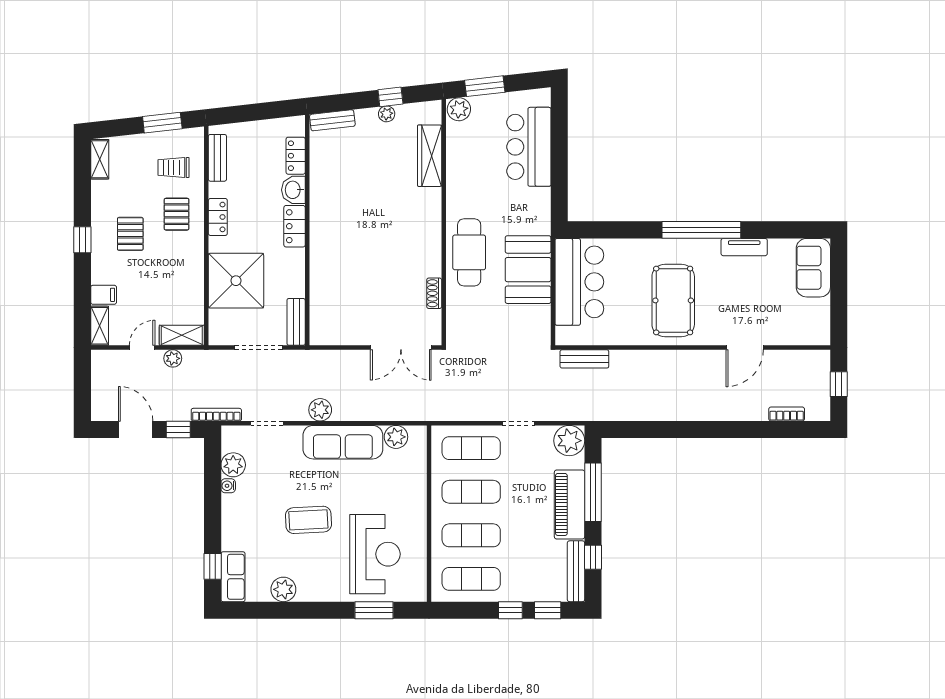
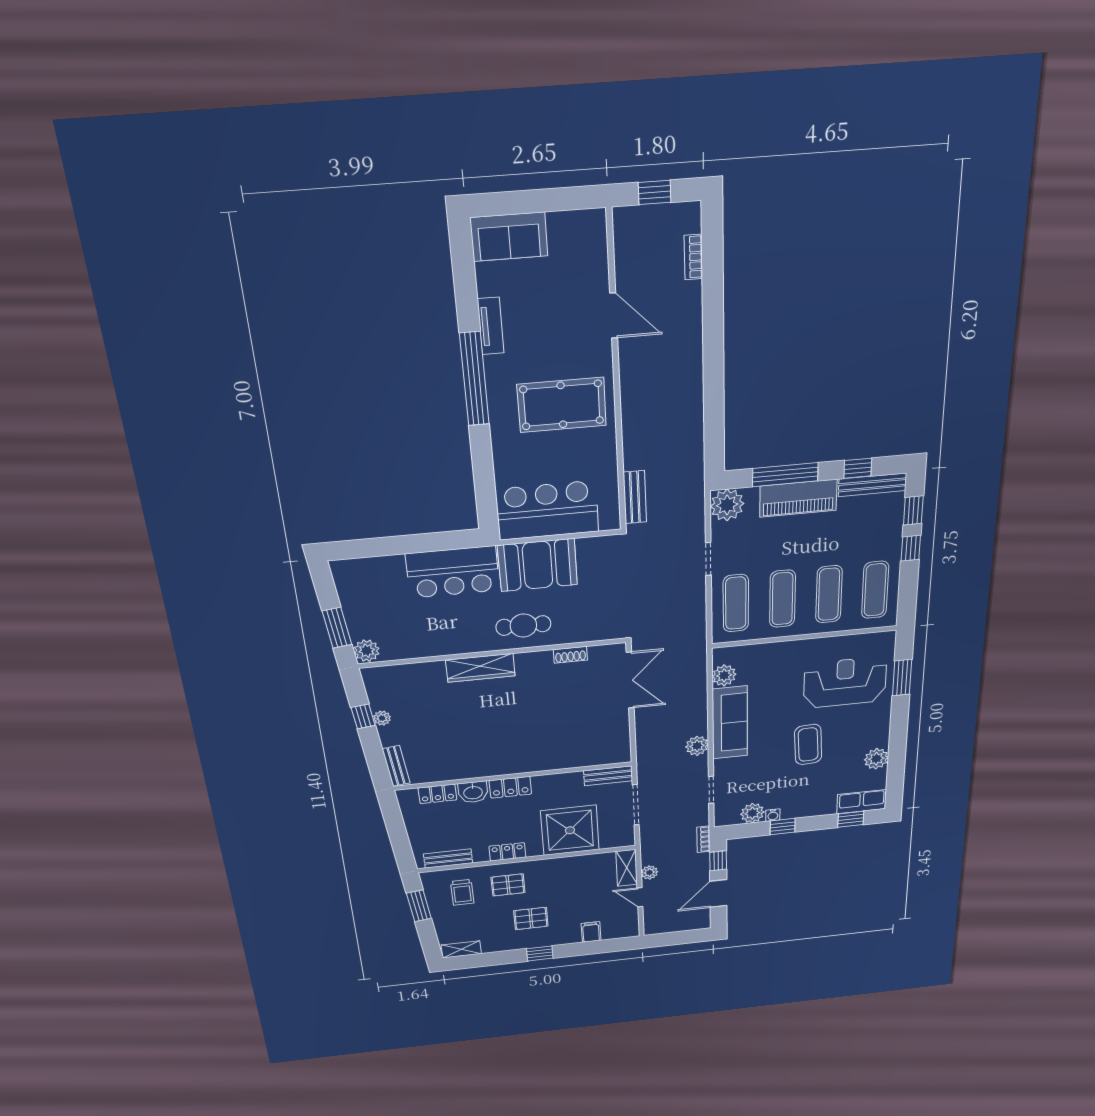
bar counter: (529, 147) -> (453, 572), moved
wardrobe: (430, 156) -> (480, 668), moved
cafe table: (469, 252) -> (523, 626), width x0.73, depth x0.74
shelving: (100, 326) -> (621, 932), removed
bookcase: (216, 415) -> (703, 839), width x0.64
window: (213, 496) -> (783, 827), added

